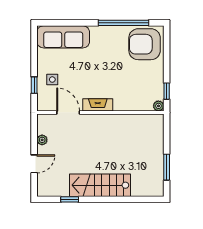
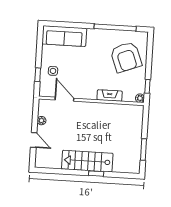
armchair: (145, 44) -> (126, 57), moved, turned -111
fireplace: (98, 105) -> (110, 95), moved
door: (34, 164) -> (34, 140), hinge flipped
window: (70, 199) -> (96, 174), moved

